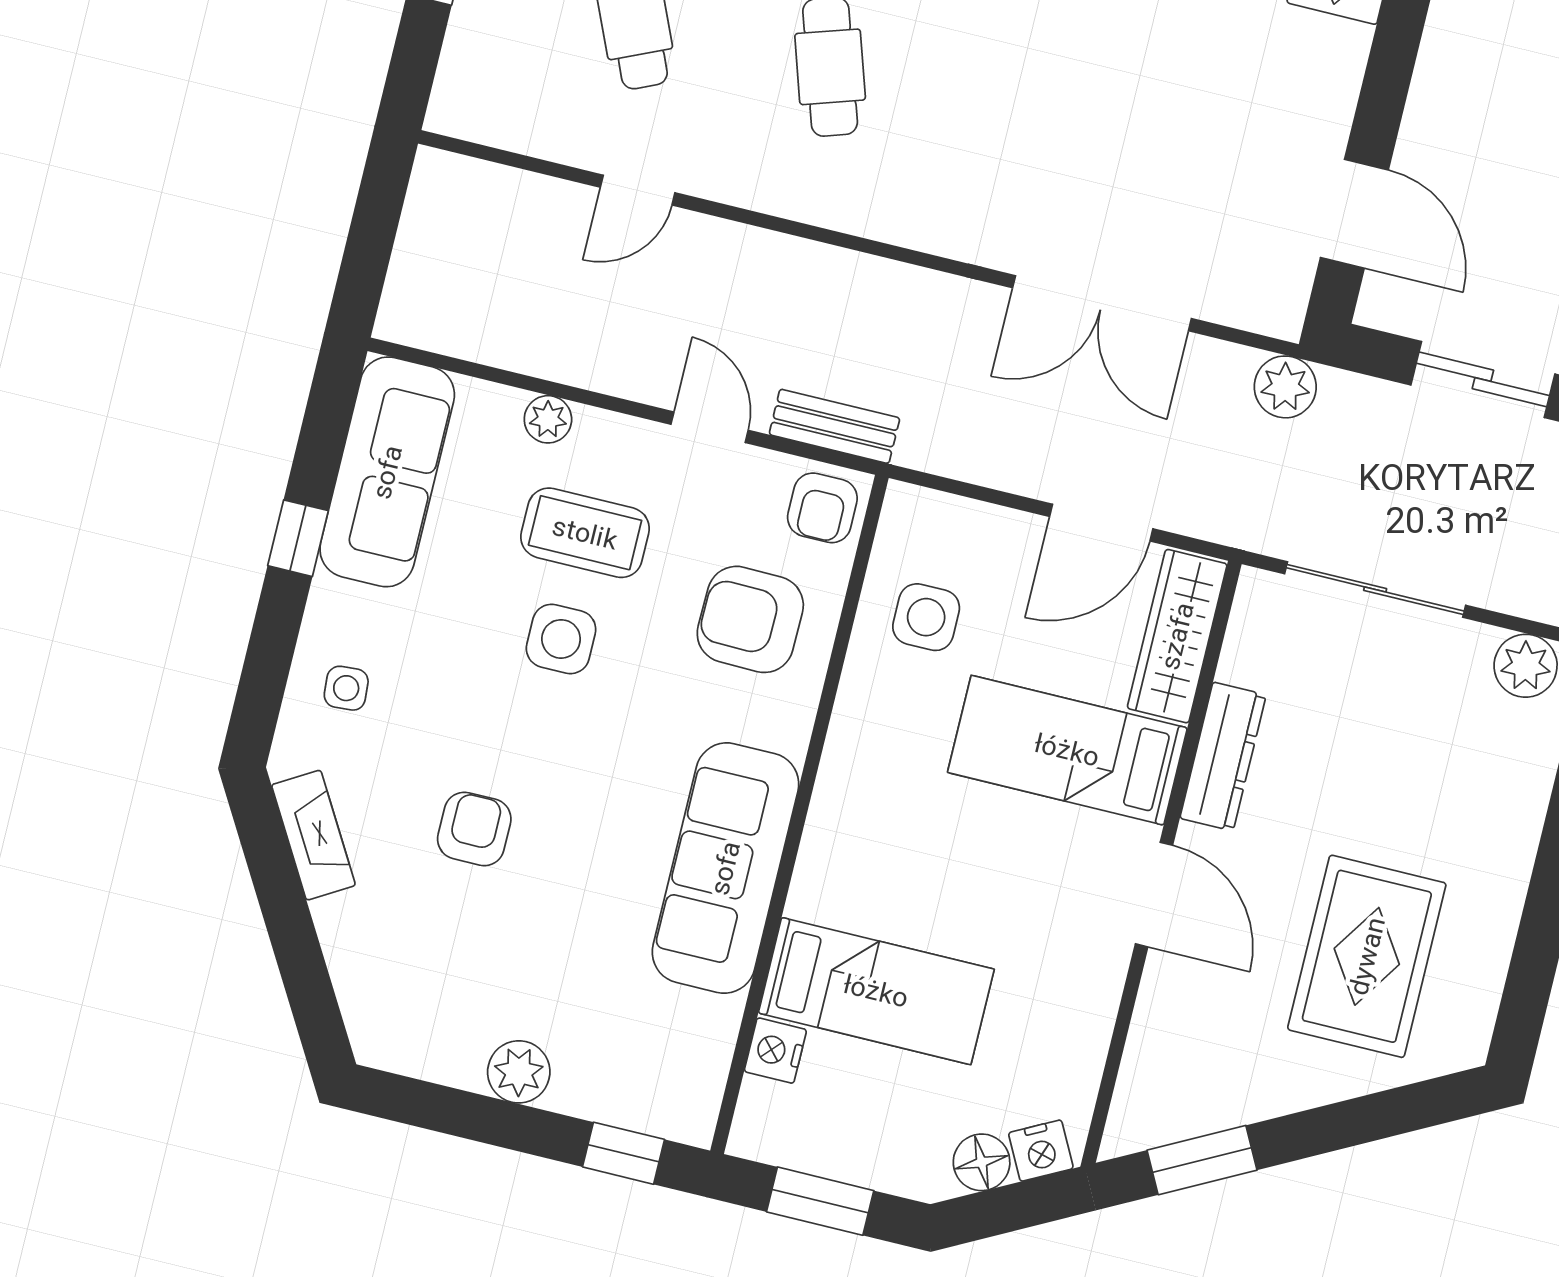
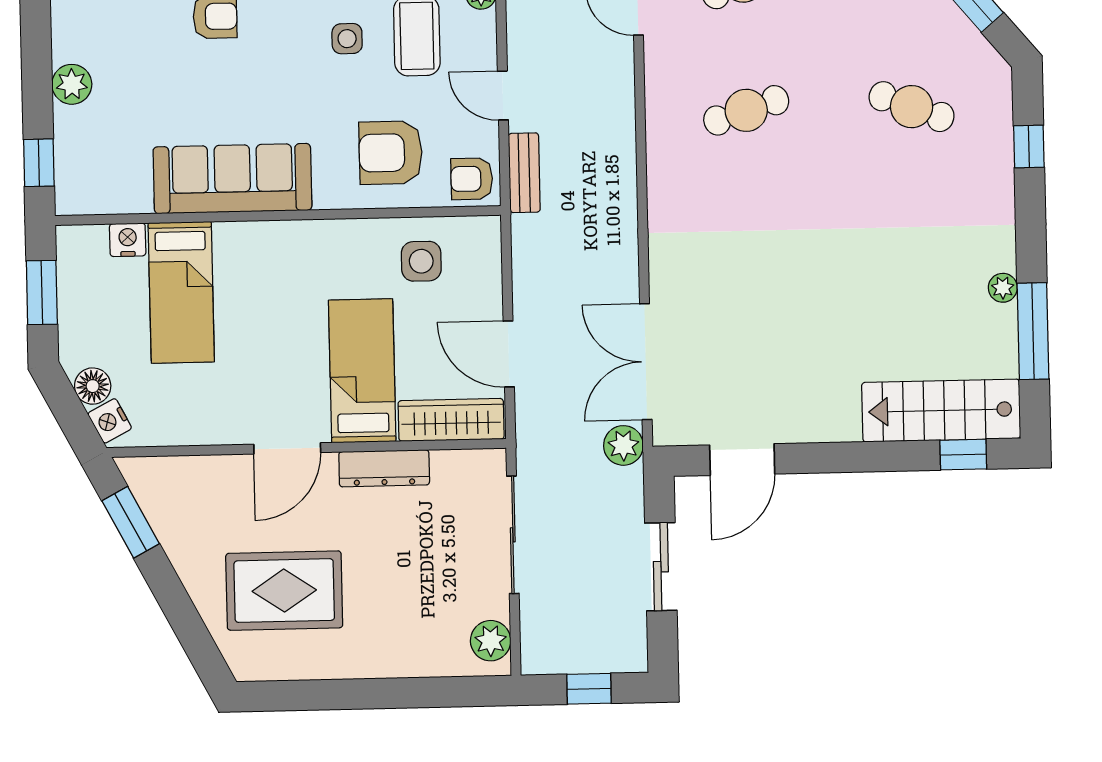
double door: (1102, 303) -> (646, 362), moved
door: (710, 427) -> (503, 96), swing flipped
armchair: (750, 619) -> (391, 153), turned -91
side table: (561, 639) -> (347, 39), width x0.73, depth x0.73

